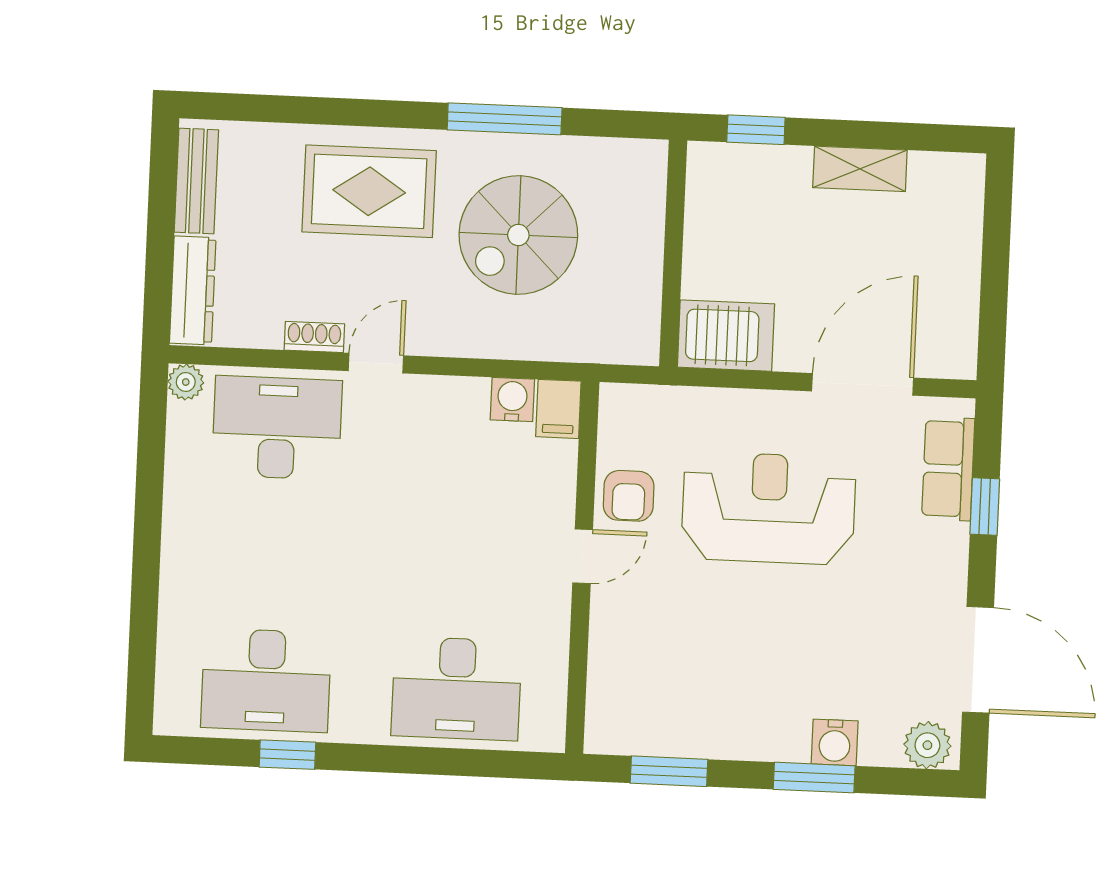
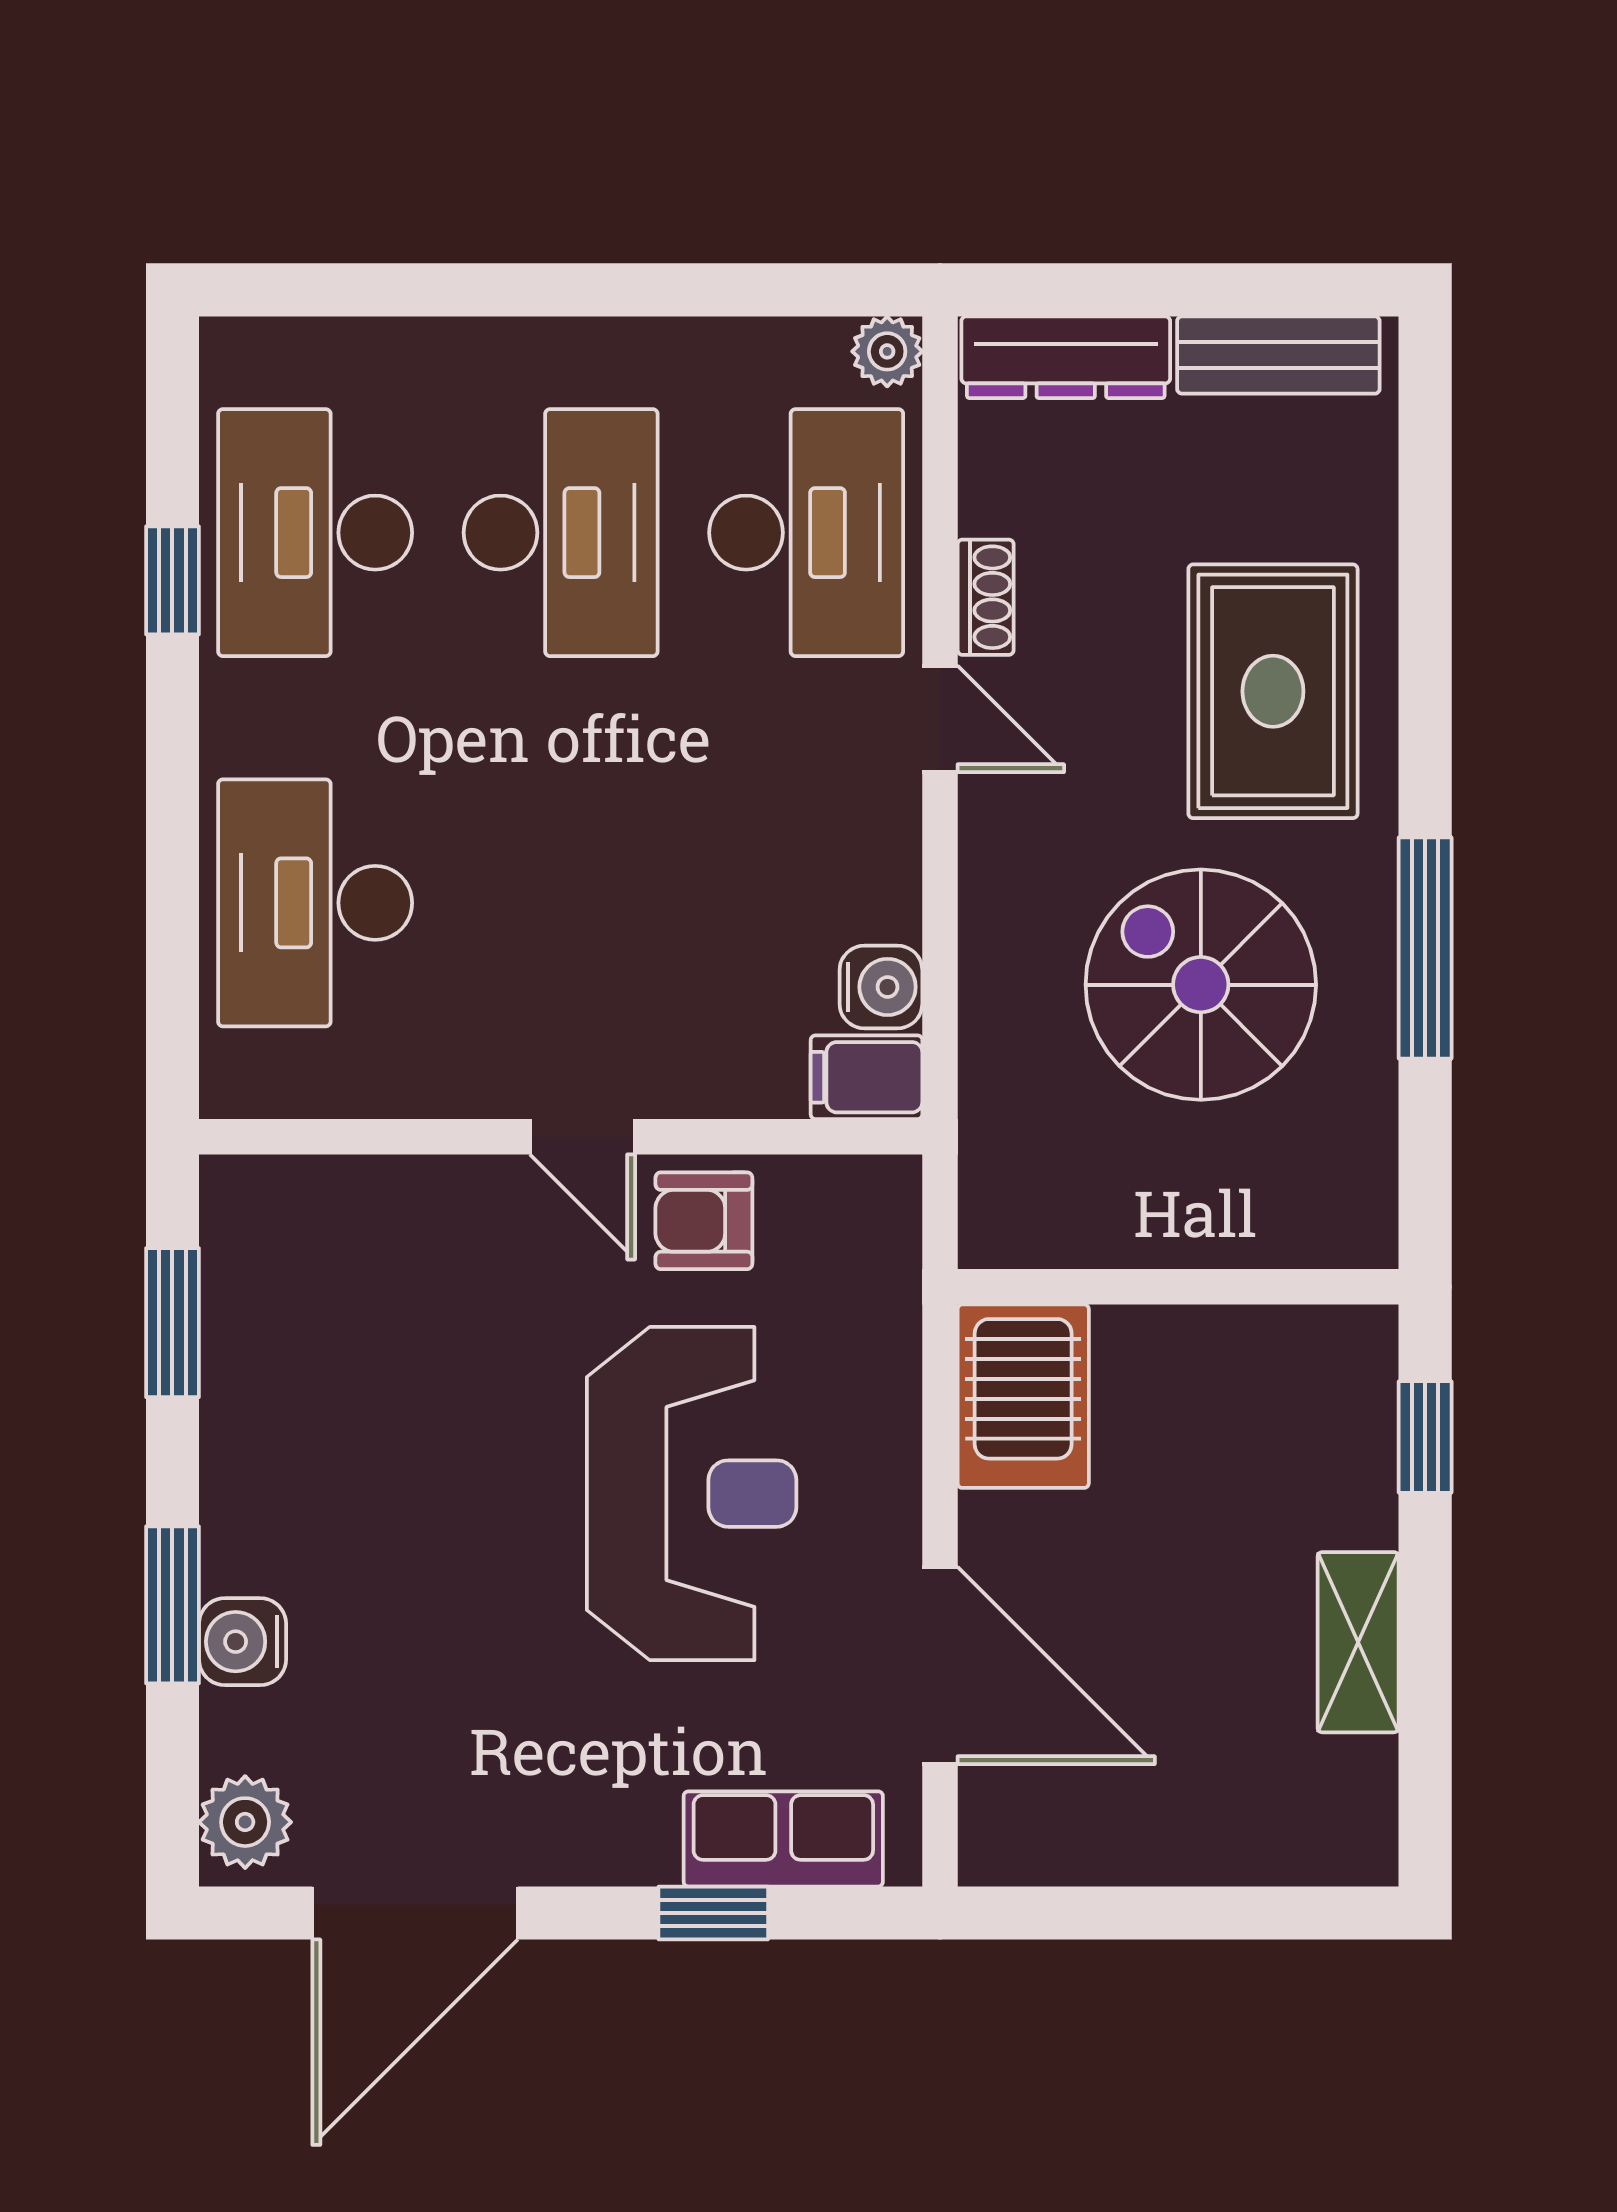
desk: (272, 554) -> (561, 533), added

